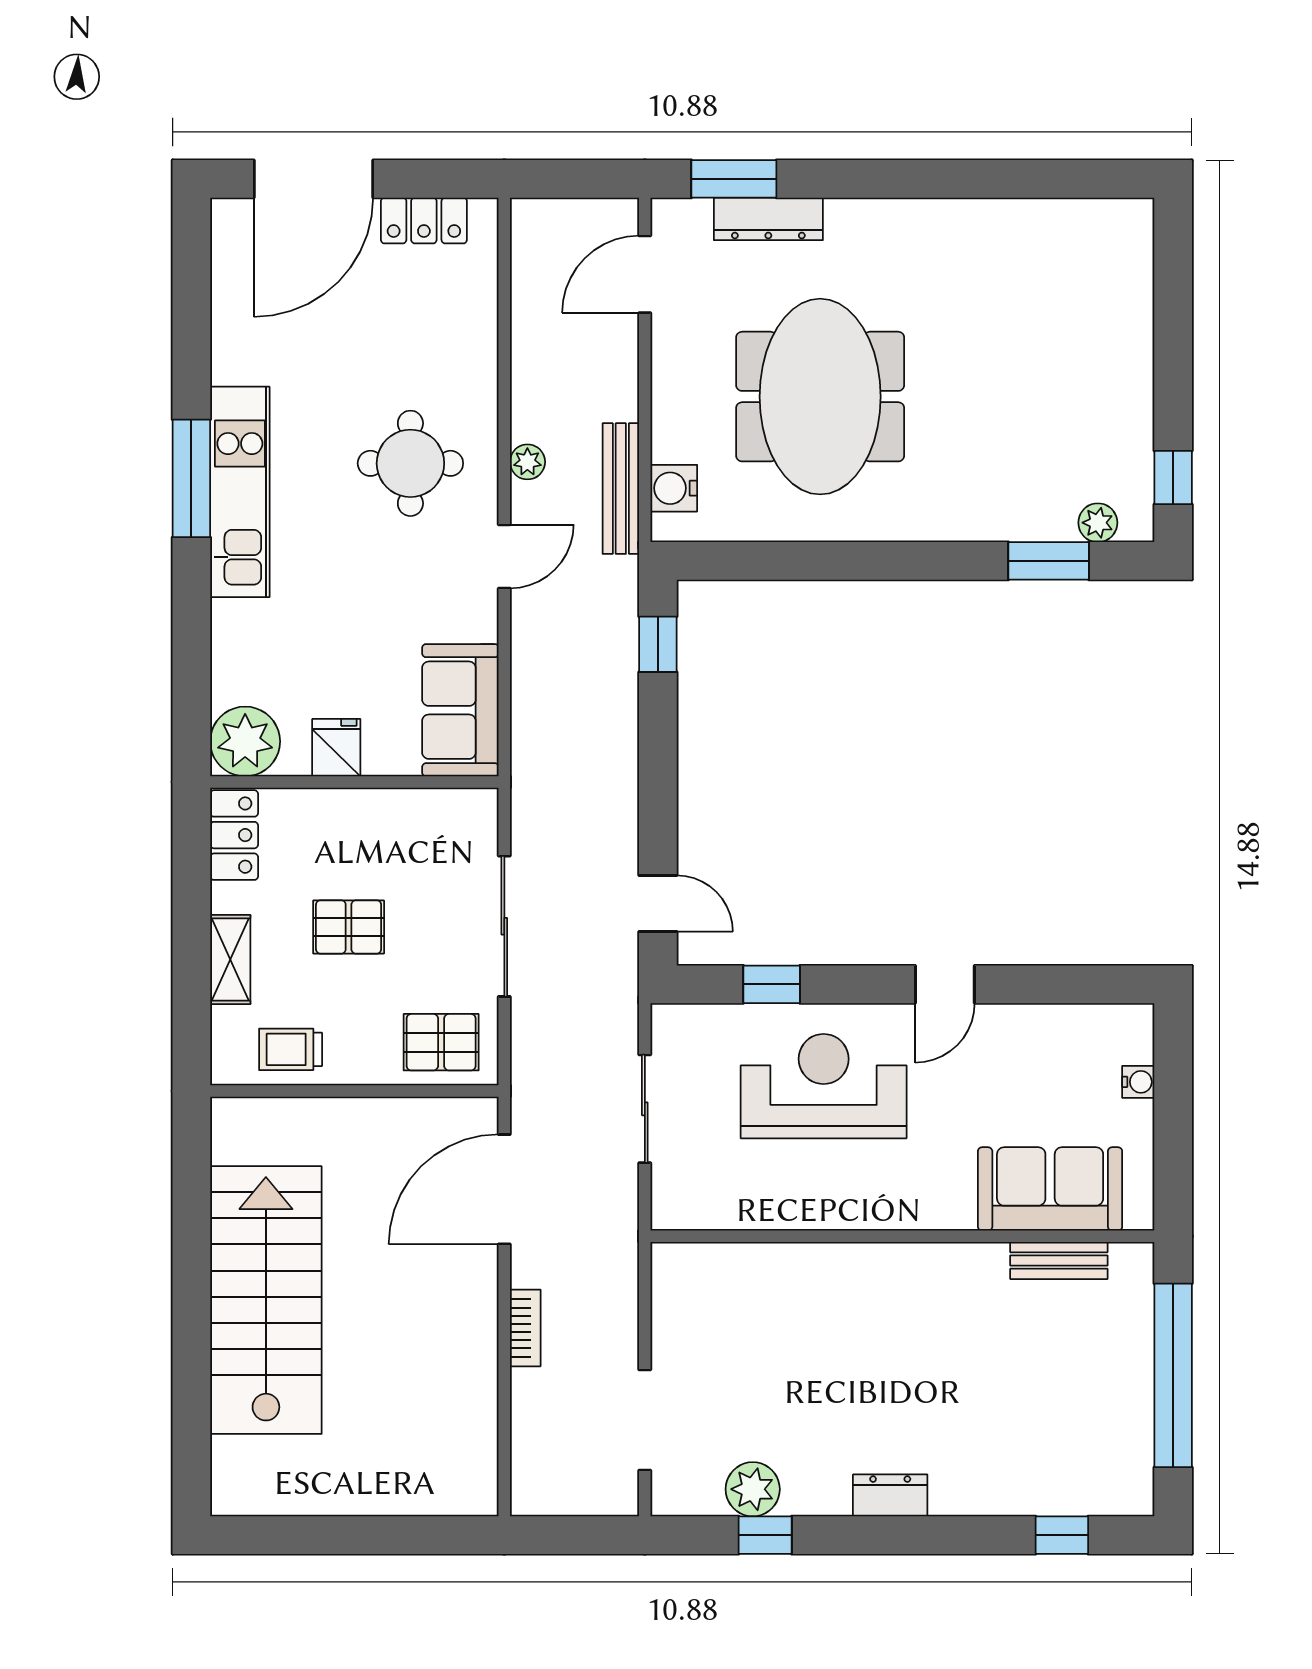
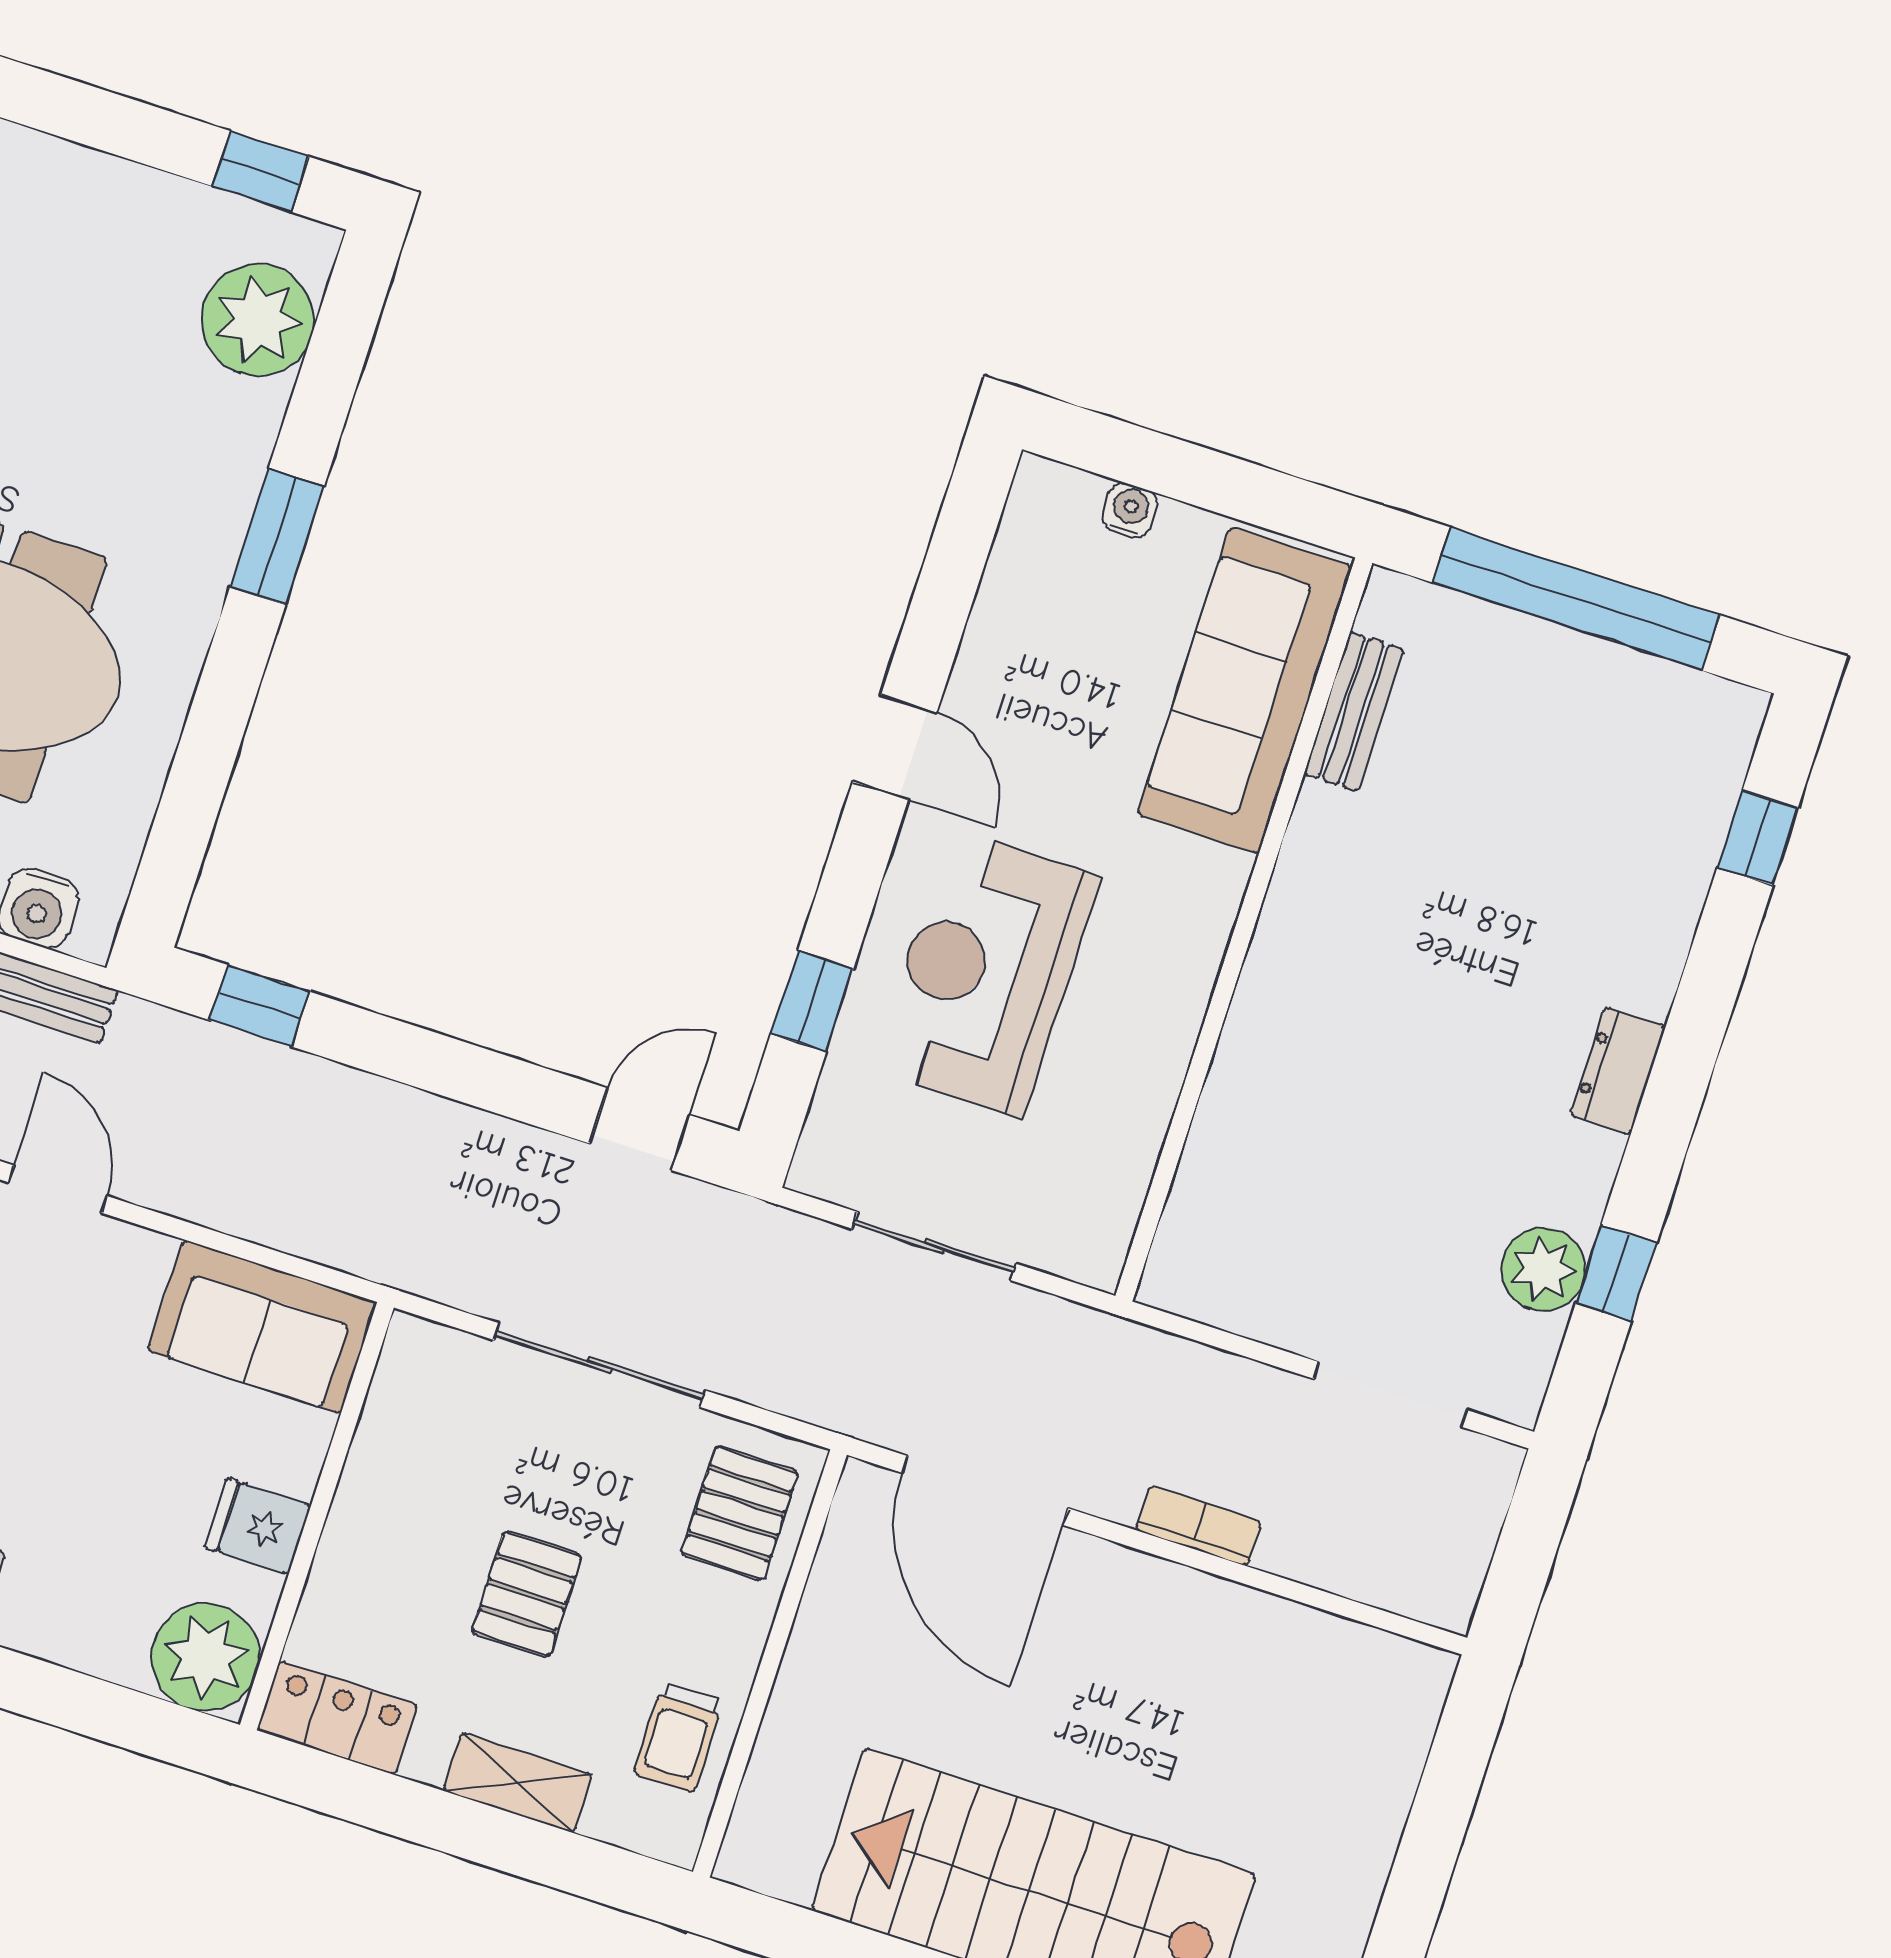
plant: (1098, 523) -> (258, 320), width x1.88, depth x1.88
window: (1049, 561) -> (277, 537), moved
sofa: (1050, 1189) -> (1245, 690), width x1.36

